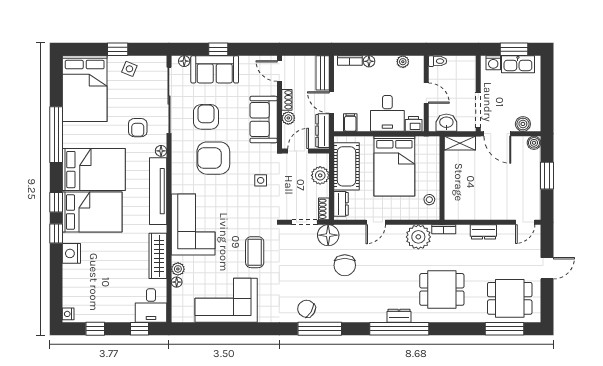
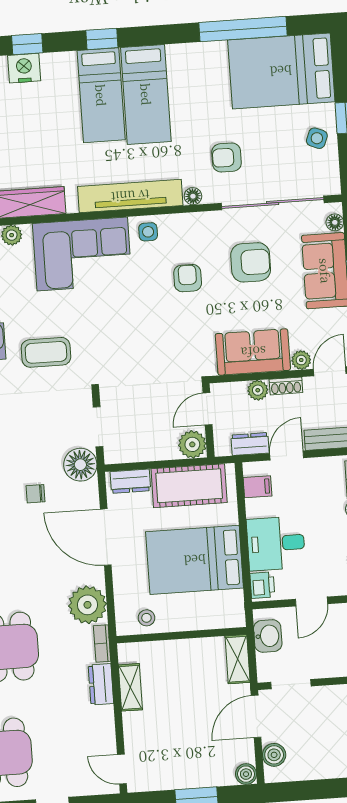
plant: (271, 89) -> (301, 360), added
doorway: (478, 110) -> (291, 684), width x0.73
dresser: (323, 131) -> (250, 444), width x0.70
window: (56, 135) -> (243, 29), moved
door: (298, 151) -> (208, 409), swing flipped
armchair: (213, 158) -> (188, 278), width x0.53, depth x0.53
bed: (94, 170) -> (146, 94), width x0.67
plant: (320, 175) -> (192, 444), moved
side table: (261, 180) -> (148, 232), moved
shoe rack: (324, 209) -> (121, 455), removed
bed: (92, 212) -> (101, 95), width x0.67
shelving: (473, 213) -> (130, 687), added
door: (376, 222) -> (106, 537), width x1.87
dresser: (483, 232) -> (101, 684), moved
window: (56, 233) -> (27, 44), moved
chair: (345, 265) -> (35, 494), width x0.54, depth x0.54

